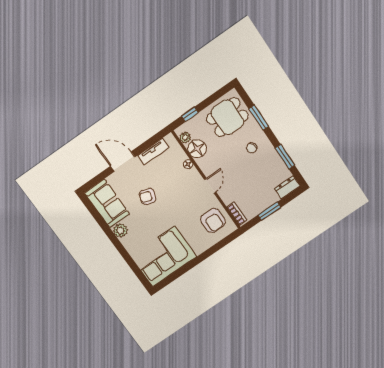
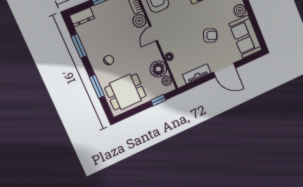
plant: (228, 196) -> (139, 21), added

